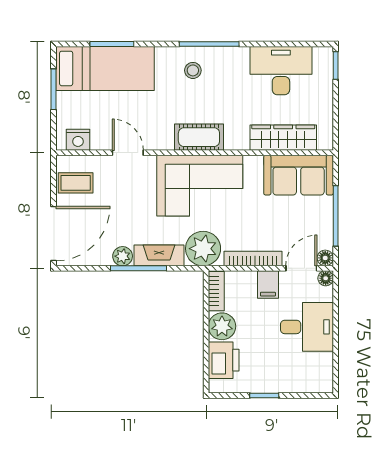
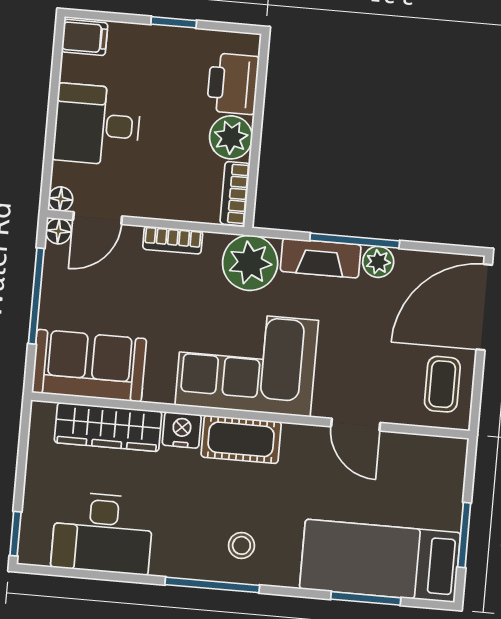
nightstand: (78, 140) -> (182, 430), moved
coffee table: (76, 183) -> (442, 384), turned 90
bookcase: (253, 259) -> (173, 240), width x0.64
filing cabinet: (268, 284) -> (85, 37), moved, turned 90

